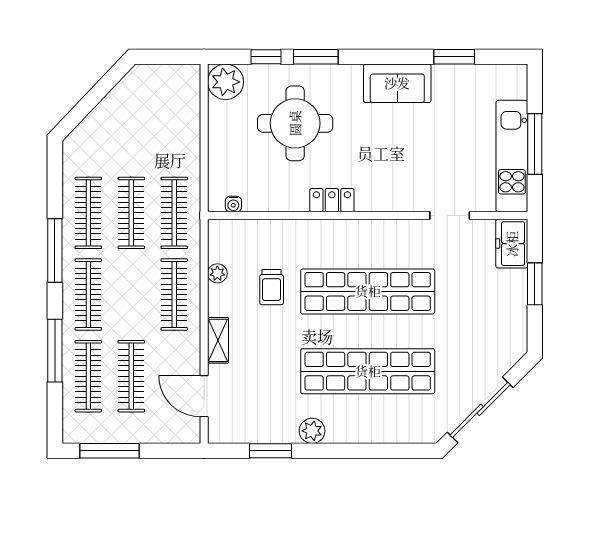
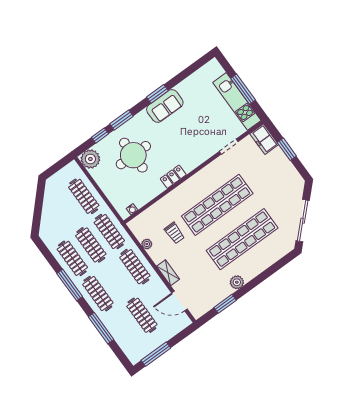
window: (454, 57) -> (157, 94), moved
clothes rail: (88, 376) -> (84, 196), moved

